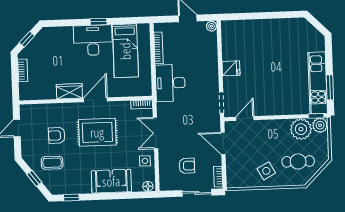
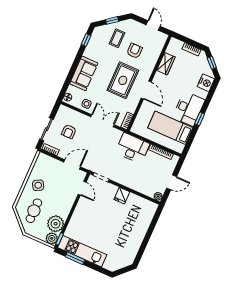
nightstand: (53, 35) -> (206, 83), added
wardrobe: (69, 91) -> (166, 64), moved

